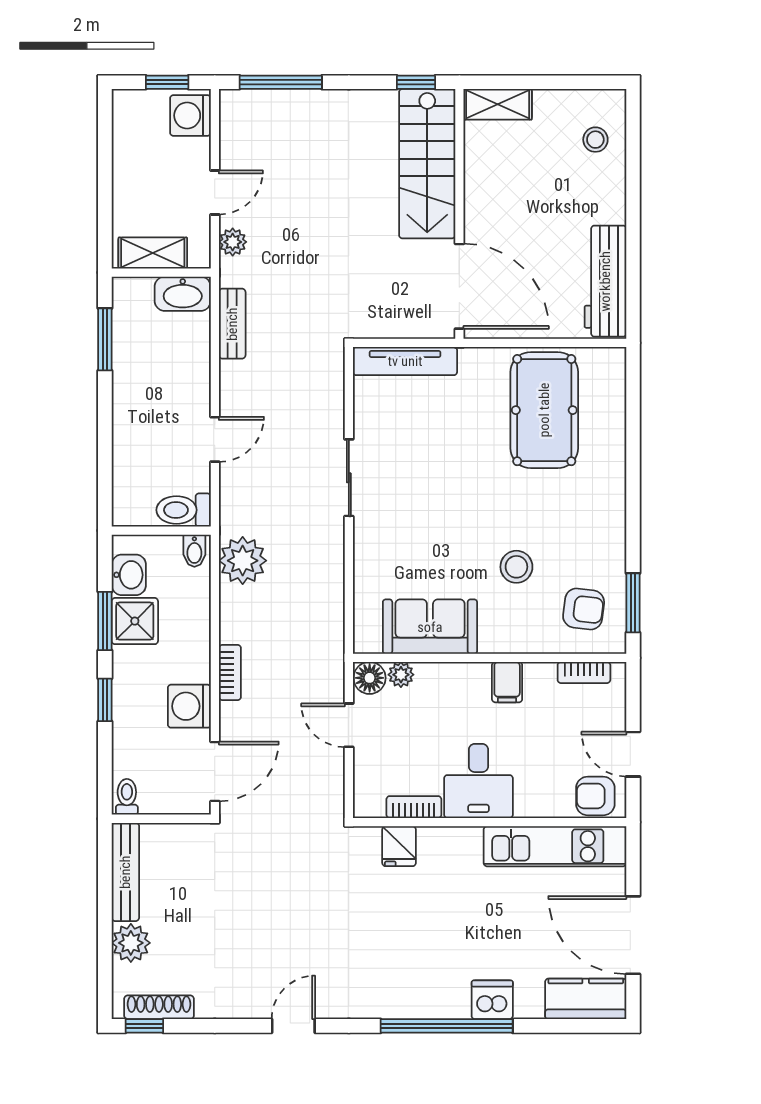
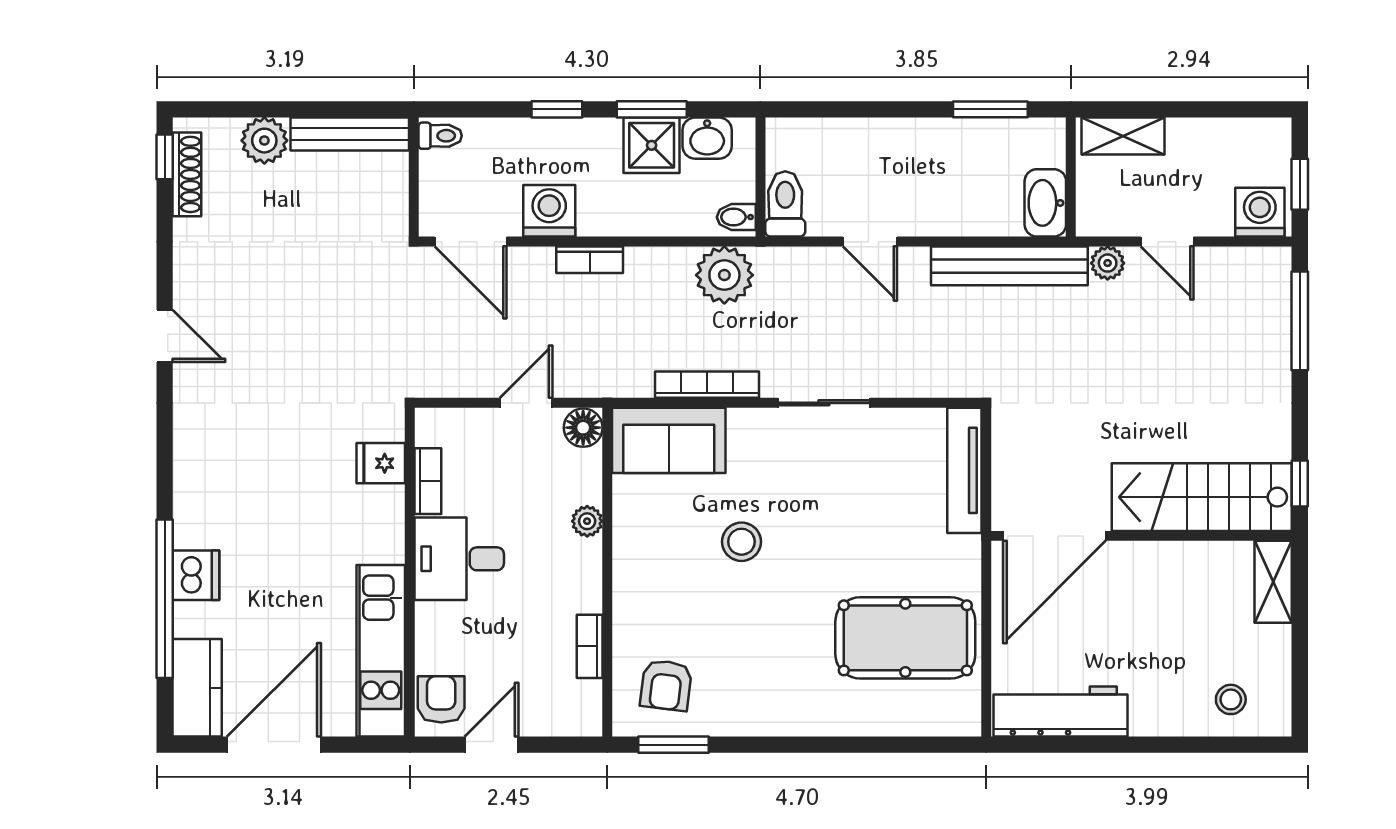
shelving: (153, 253) -> (1123, 136), moved, turned 90
bench: (232, 324) -> (1009, 266), width x1.86, depth x1.21
stool: (516, 567) -> (741, 542), moved
bookcase: (334, 575) -> (707, 385), added
sofa: (430, 627) -> (669, 440), moved, turned 90
bookcase: (584, 672) -> (590, 646), moved
plant: (401, 675) -> (587, 521), moved
filing cabinet: (507, 682) -> (578, 593), removed
window: (447, 1026) -> (165, 599), moved

